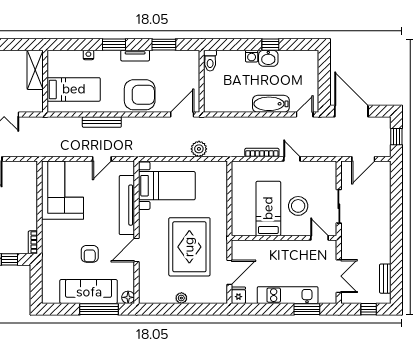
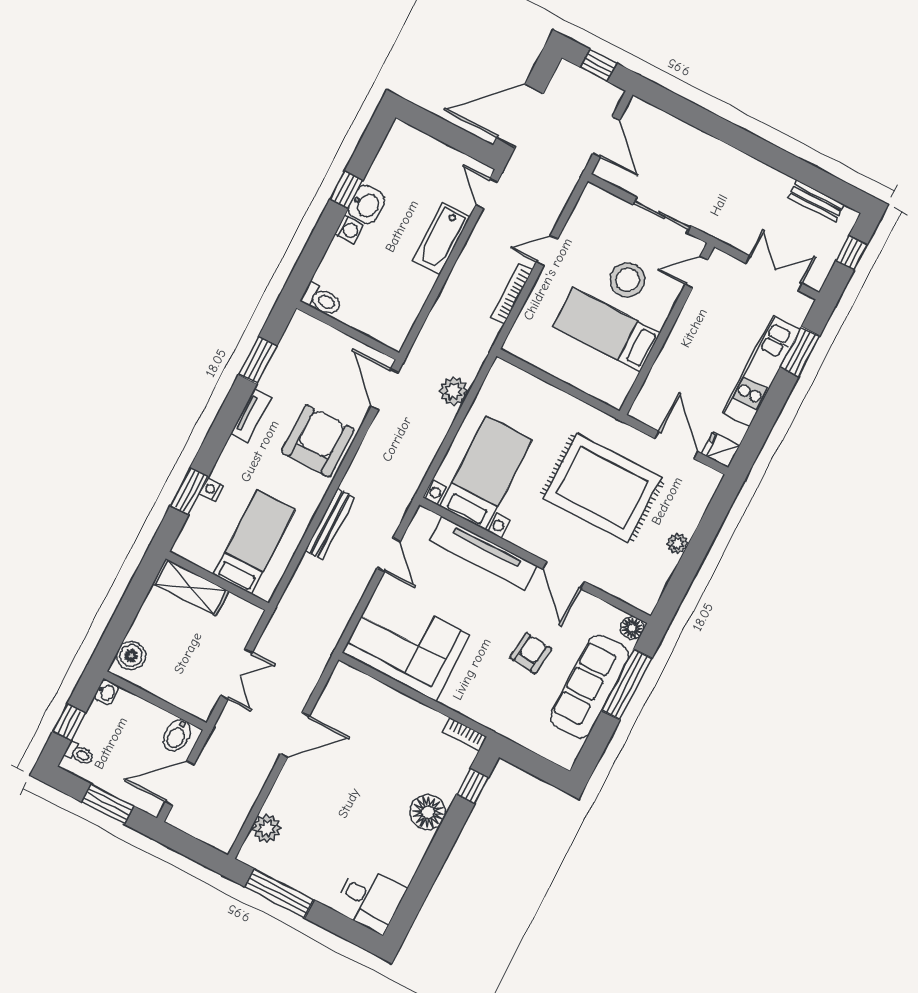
window: (114, 45) -> (189, 491), moved
armchair: (90, 254) -> (531, 653), turned -84

